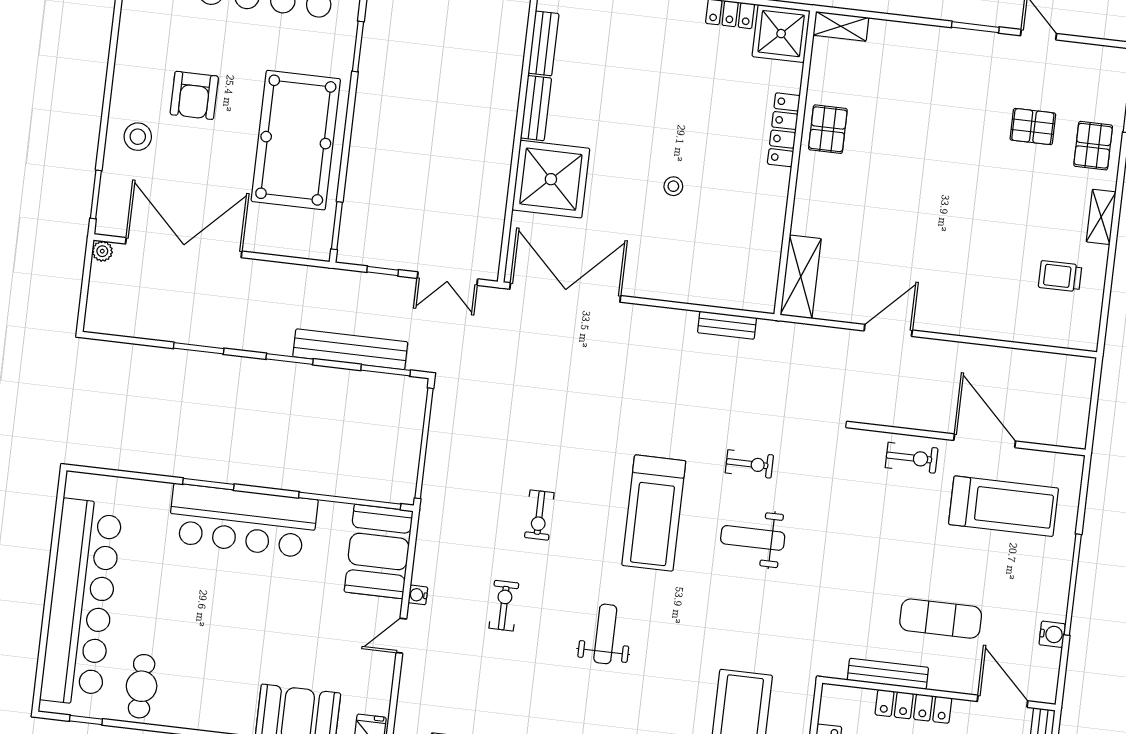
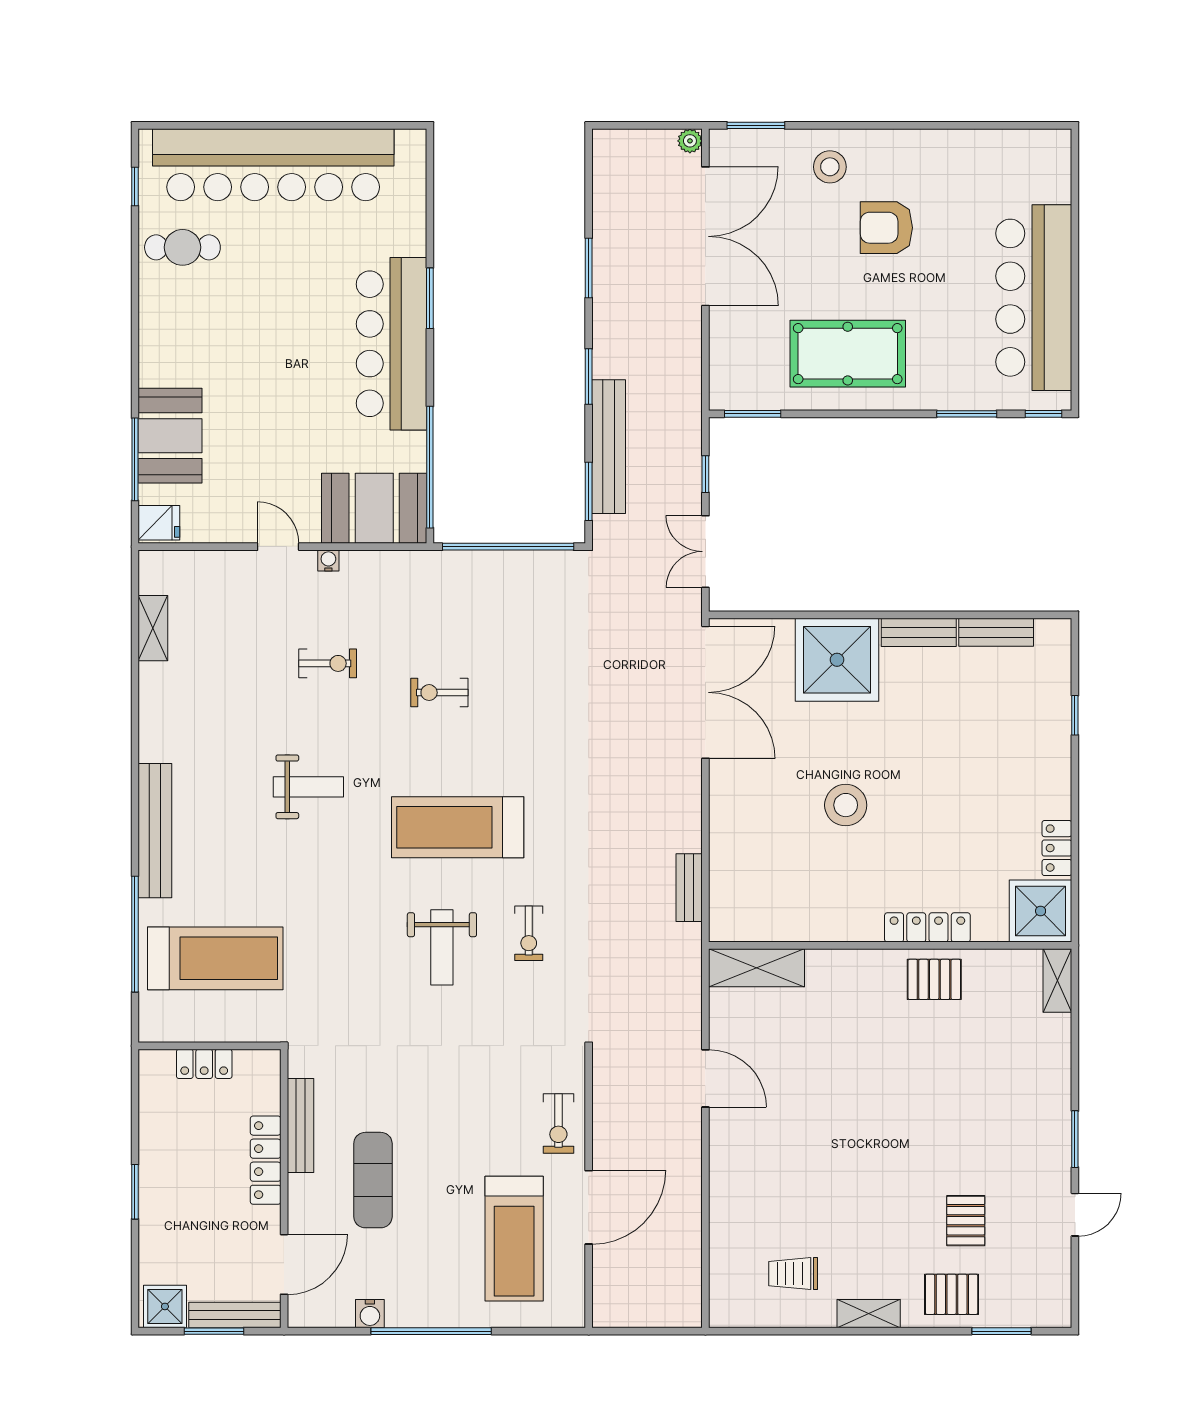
pool table: (296, 140) -> (848, 354), width x0.73, depth x0.76
stool: (673, 186) -> (846, 805), width x1.89, depth x1.89
trolley: (1060, 276) -> (793, 1274), turned -90
weight bench: (753, 538) -> (442, 947), turned 180

